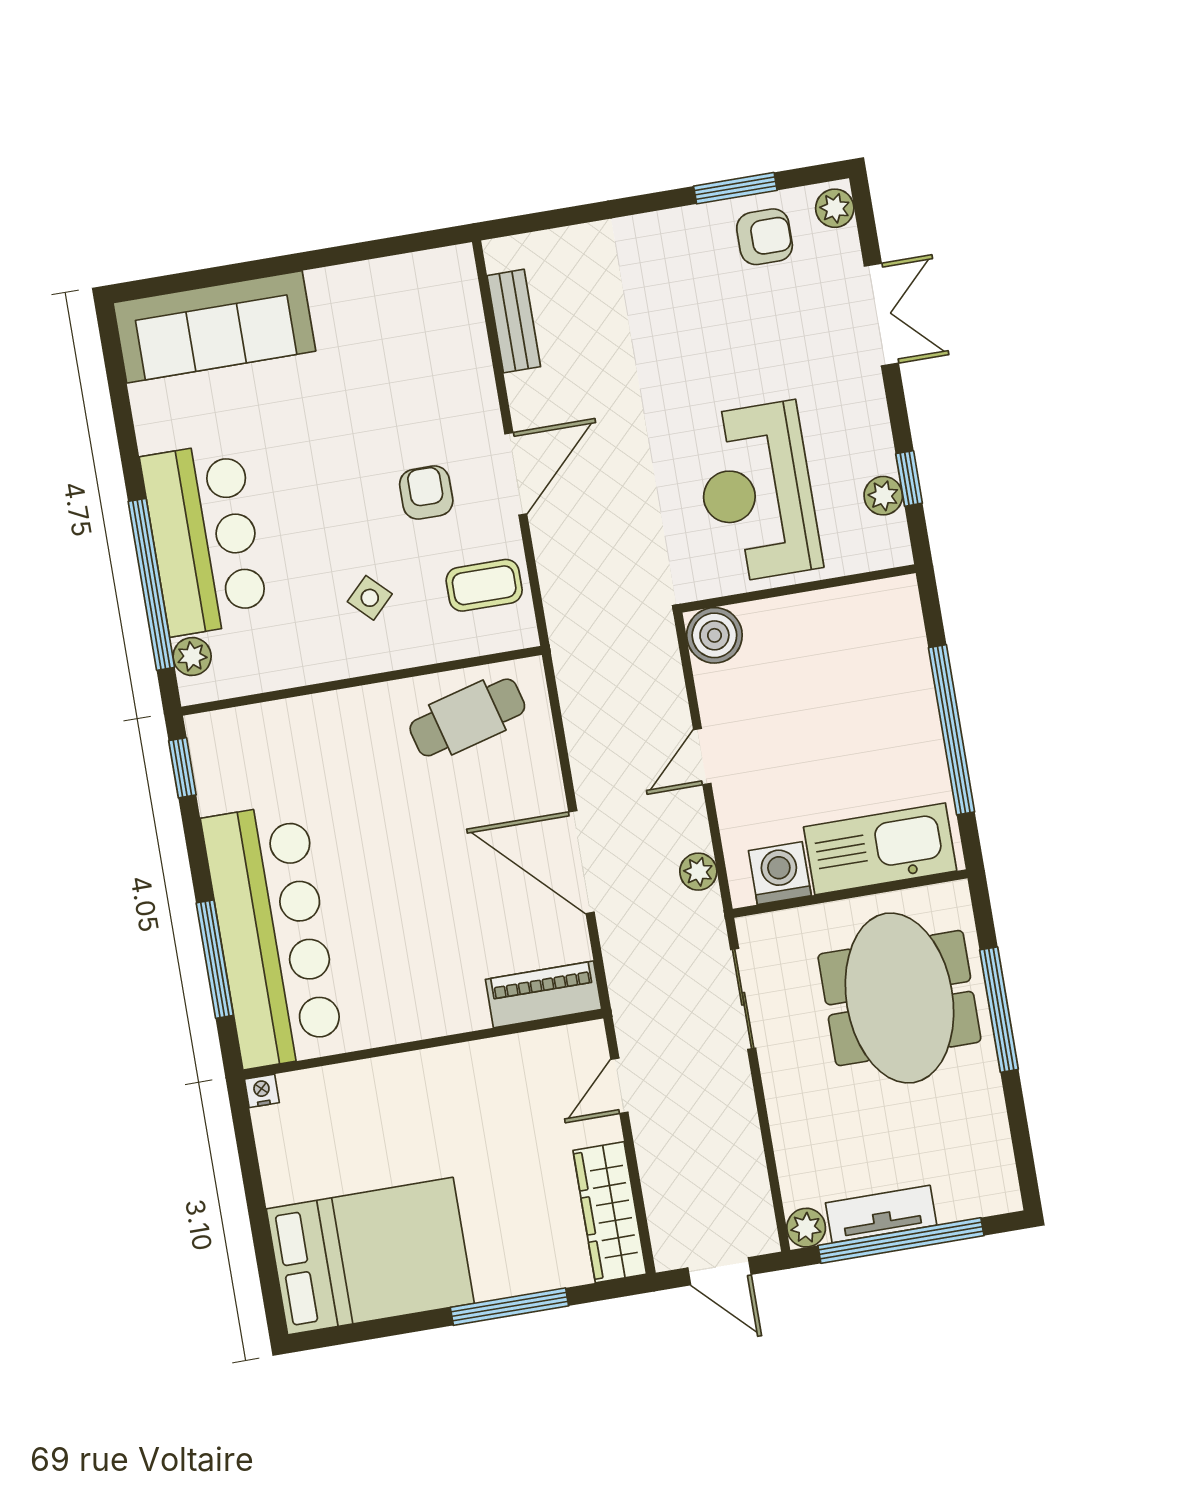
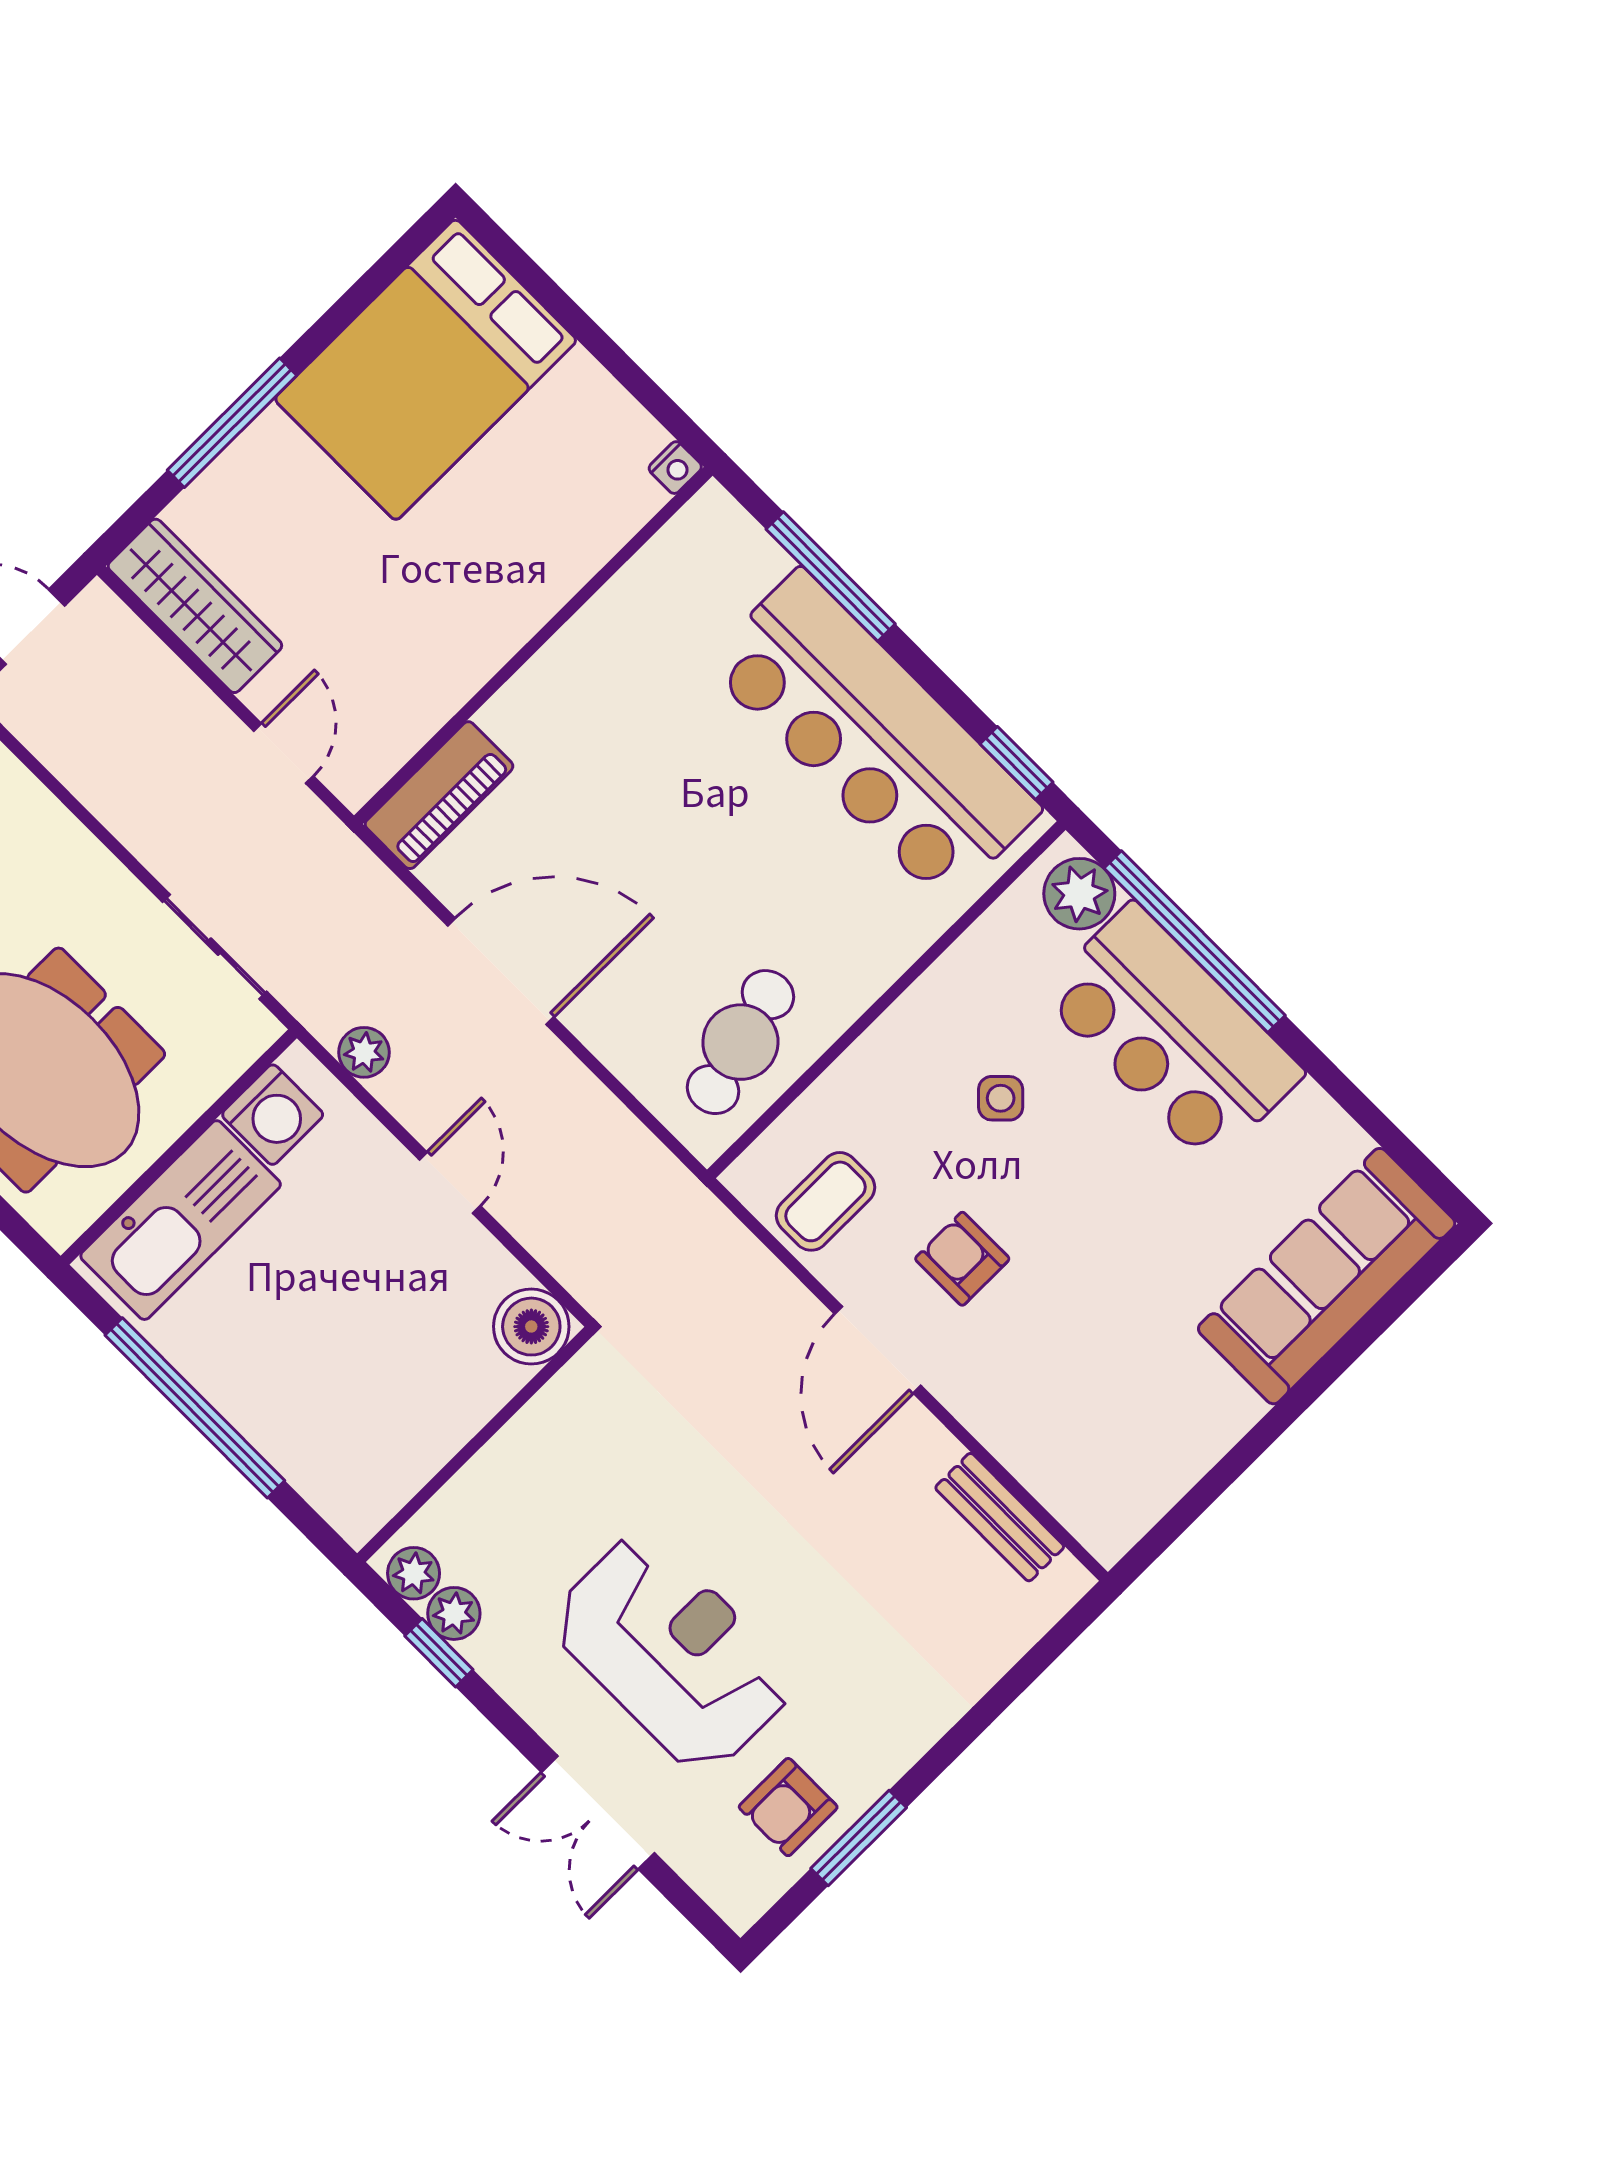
plant: (835, 208) -> (414, 1573), moved
reception desk: (757, 492) -> (672, 1653), moved
armchair: (426, 493) -> (962, 1259), turned 180
side table: (370, 598) -> (1001, 1098), moved
plant: (192, 657) -> (1079, 894), width x1.38, depth x1.38
bar counter: (273, 936) -> (873, 736), moved

